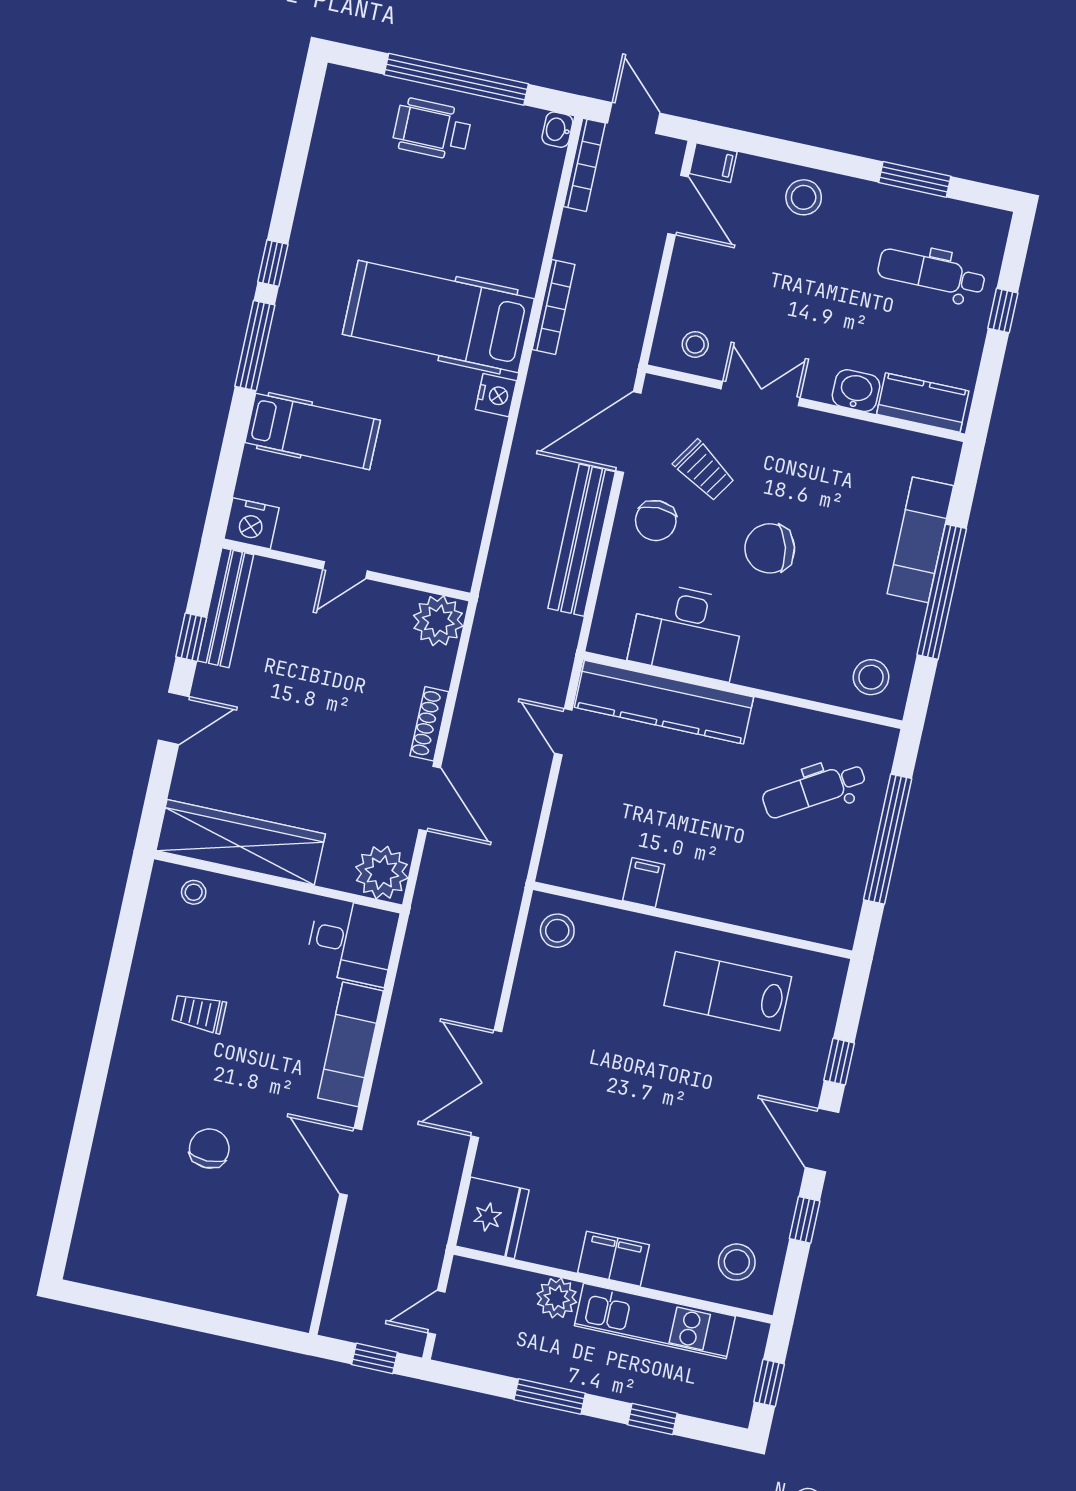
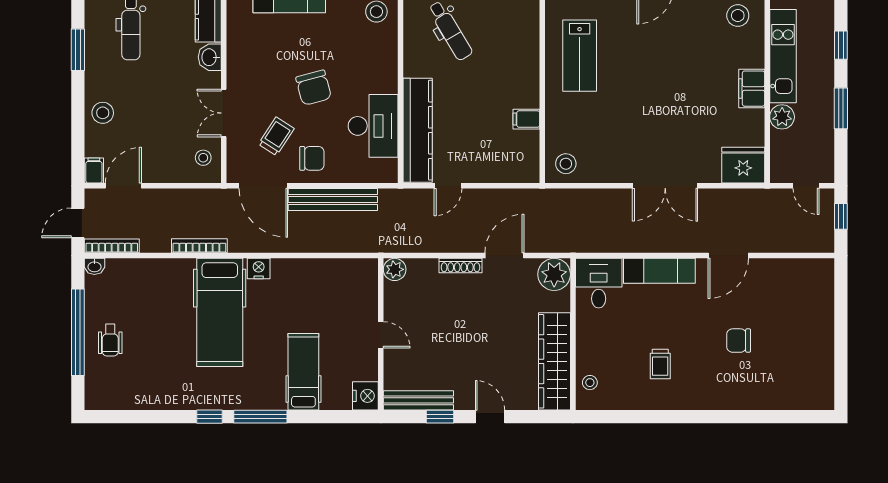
wheelchair: (432, 129) -> (110, 340), width x0.73, depth x0.73
plant: (438, 621) -> (395, 269), width x0.73, depth x0.73

